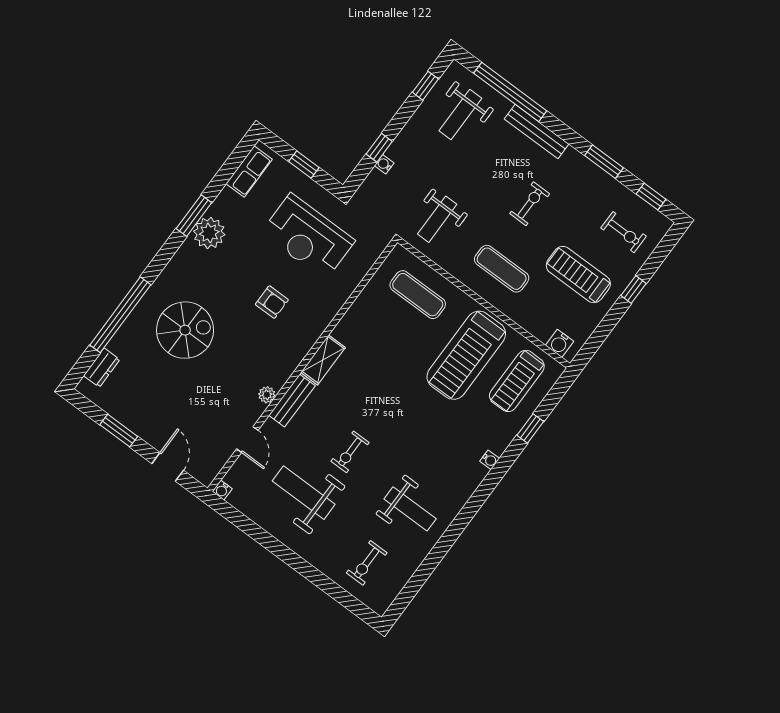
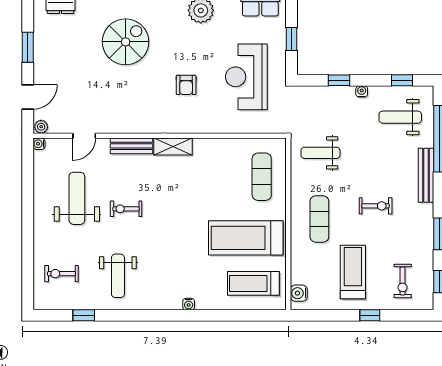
water cooler: (384, 164) -> (362, 91), moved
spiral stairs: (185, 330) -> (126, 42), turned -90
plant: (267, 395) -> (41, 127), moved
window: (530, 428) -> (84, 315), moved

